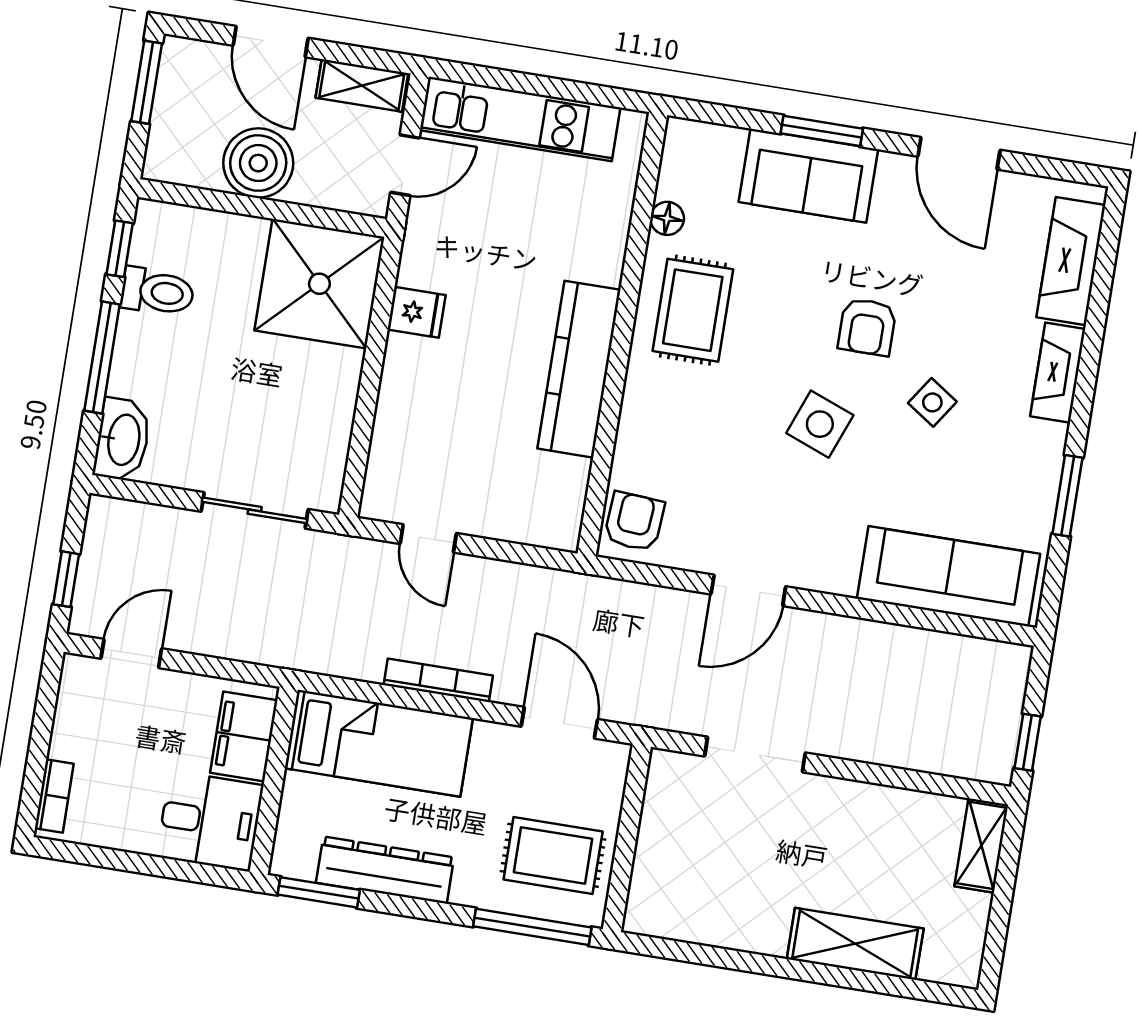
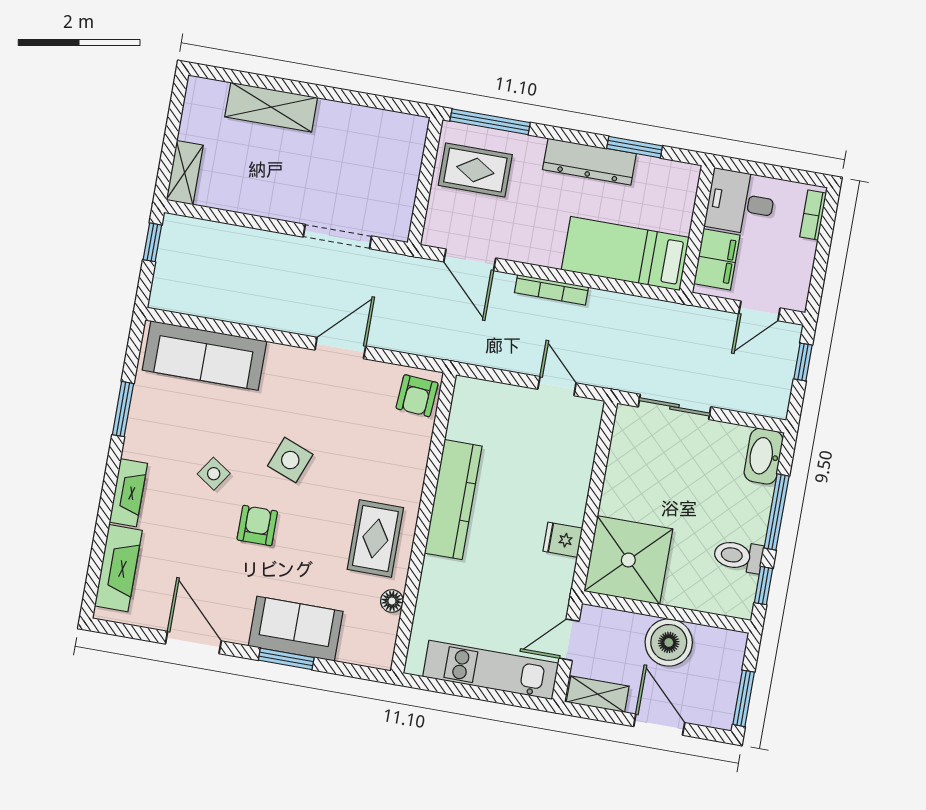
filing cabinet: (244, 737) -> (717, 259), moved
bed: (379, 743) -> (625, 254), moved
wall: (274, 781) -> (697, 229), moved
desk: (210, 821) -> (741, 202), moved

